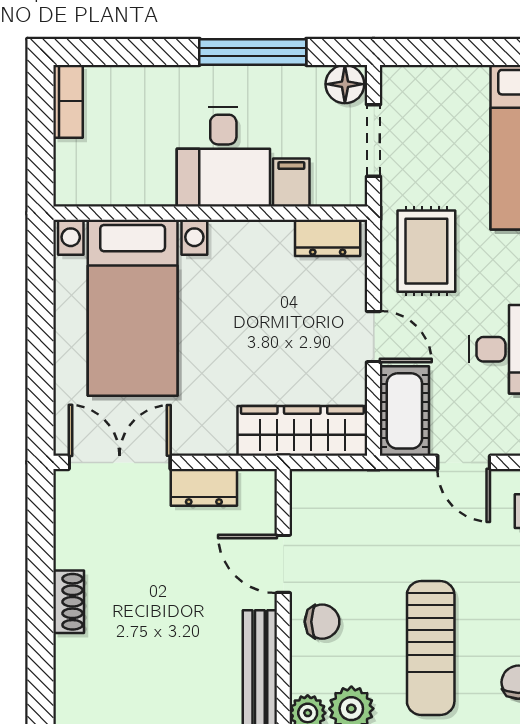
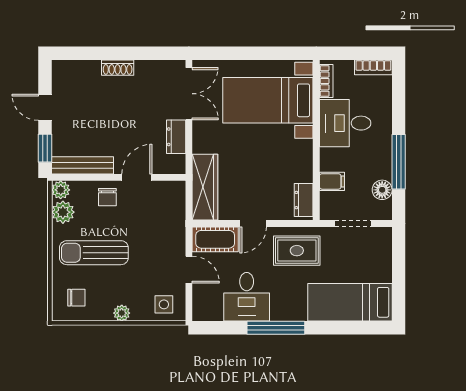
floor lamp: (345, 84) -> (382, 190), moved
desk: (223, 157) -> (345, 123), moved
bookcase: (95, 194) -> (326, 81), added
door: (464, 462) -> (189, 270), swing flipped

